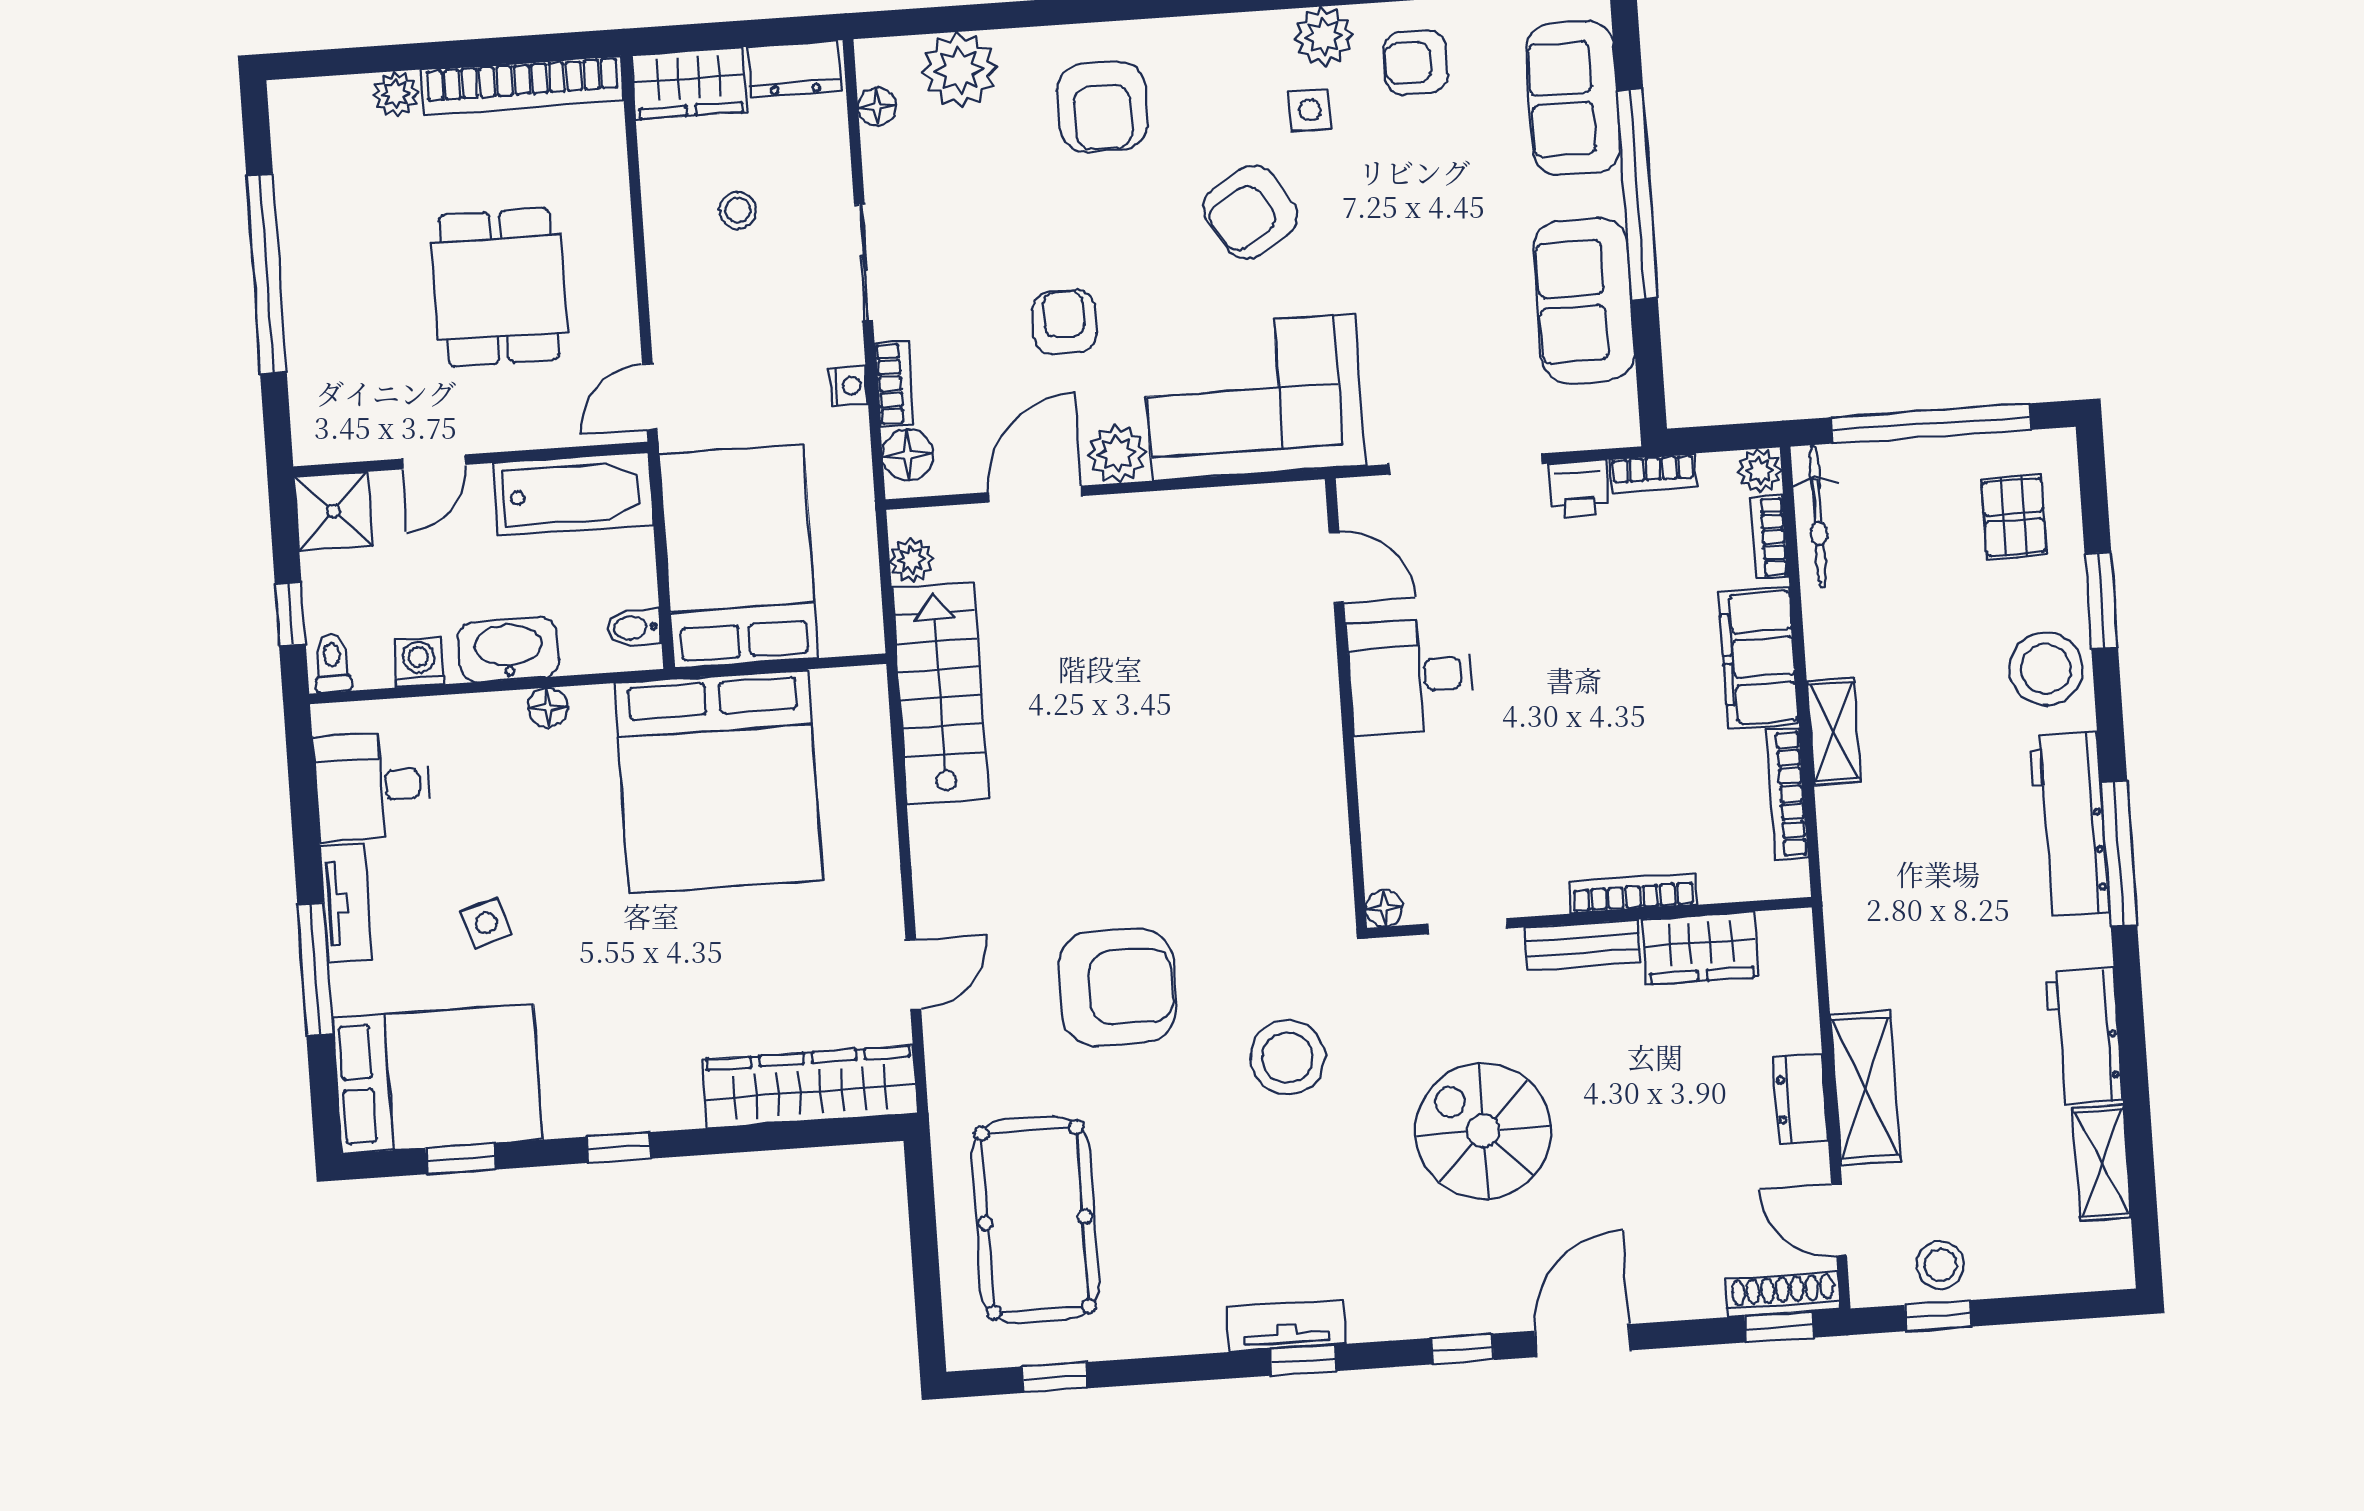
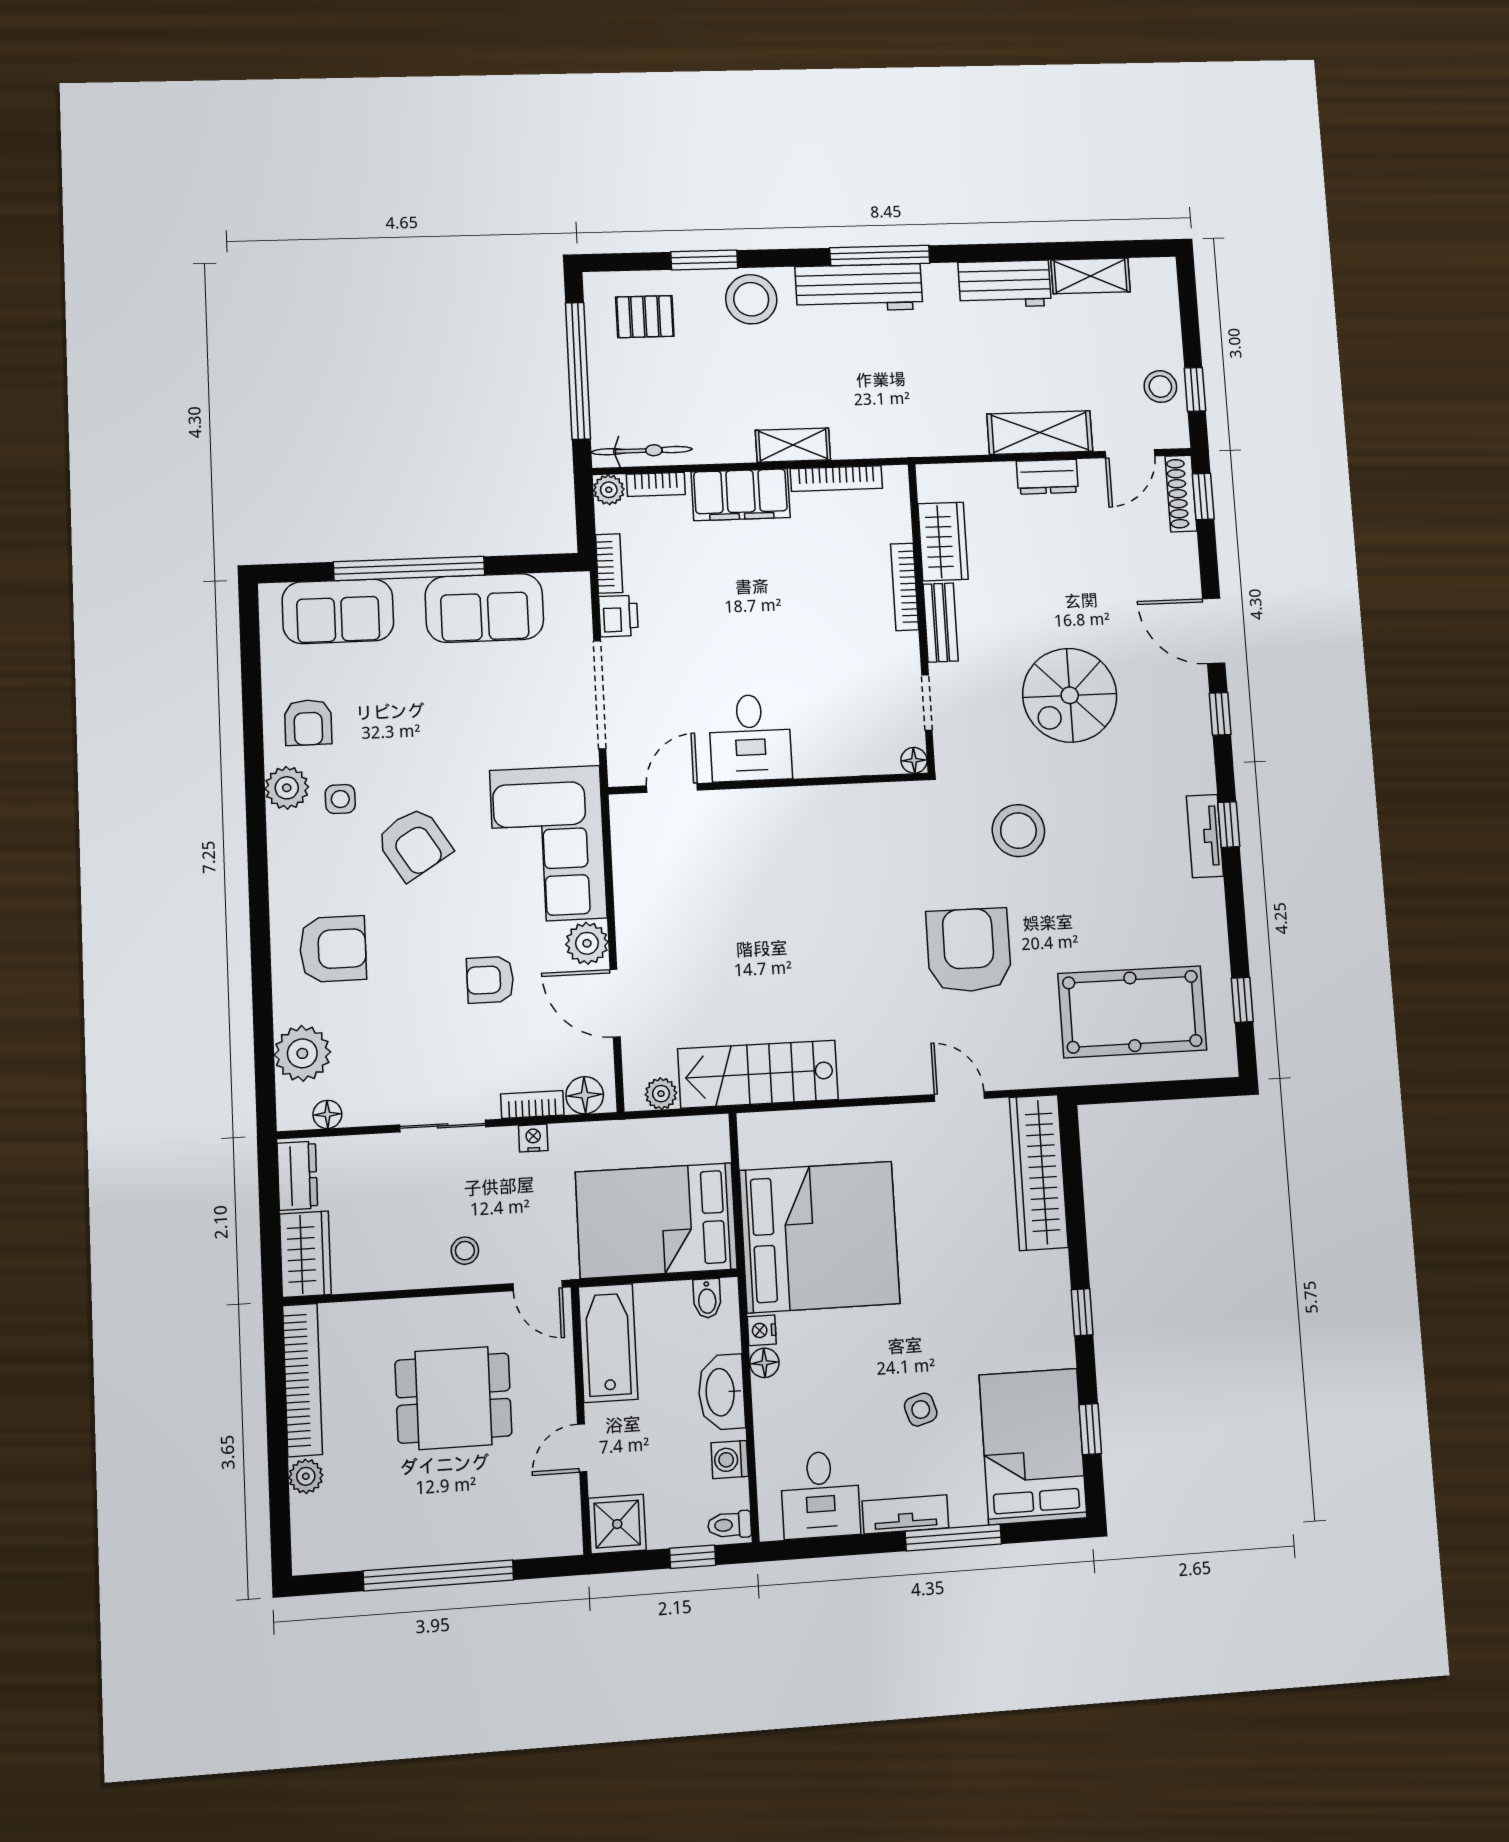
stool: (738, 210) -> (465, 1251), moved
door: (434, 462) -> (582, 1448), swing flipped
nightstand: (592, 703) -> (762, 1330), added

